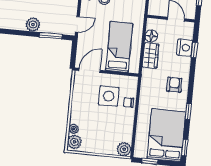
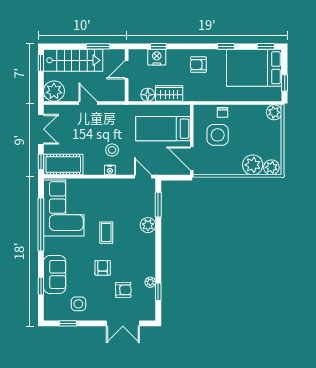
plant: (74, 129) -> (253, 165), width x1.87, depth x1.87

